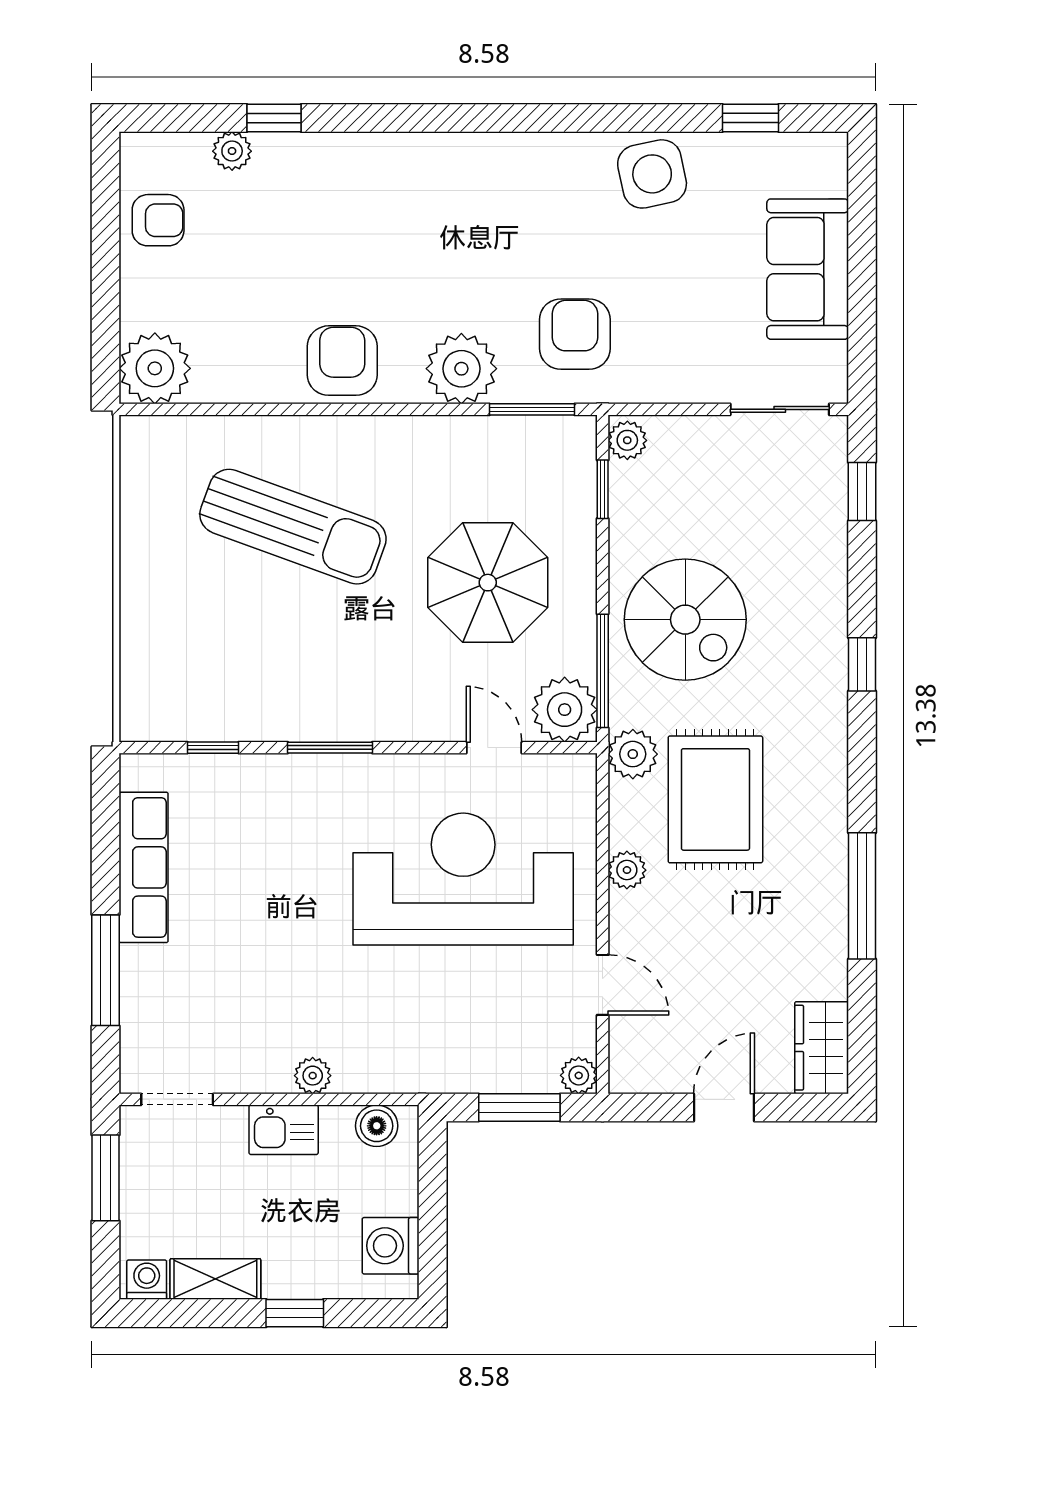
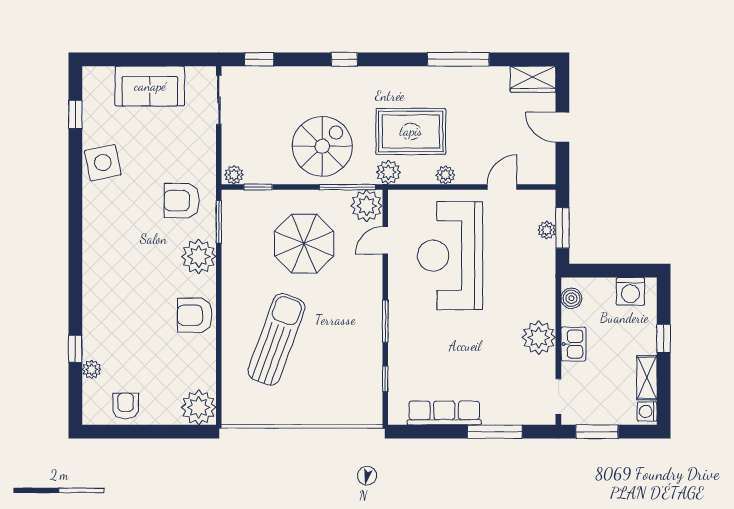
plant: (579, 1075) -> (547, 230), moved
plant: (313, 1076) -> (539, 338), width x1.88, depth x1.88

